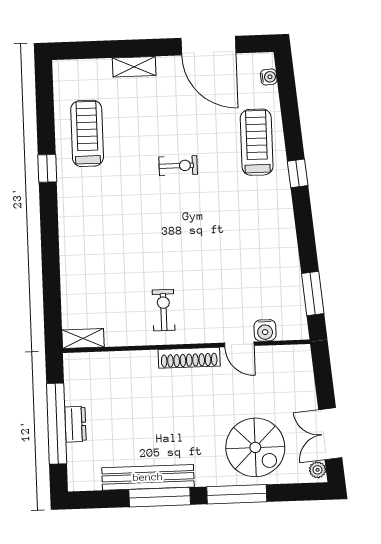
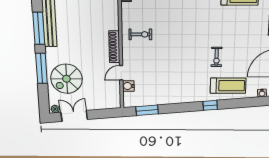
exercise bike: (178, 166) -> (217, 57), moved

